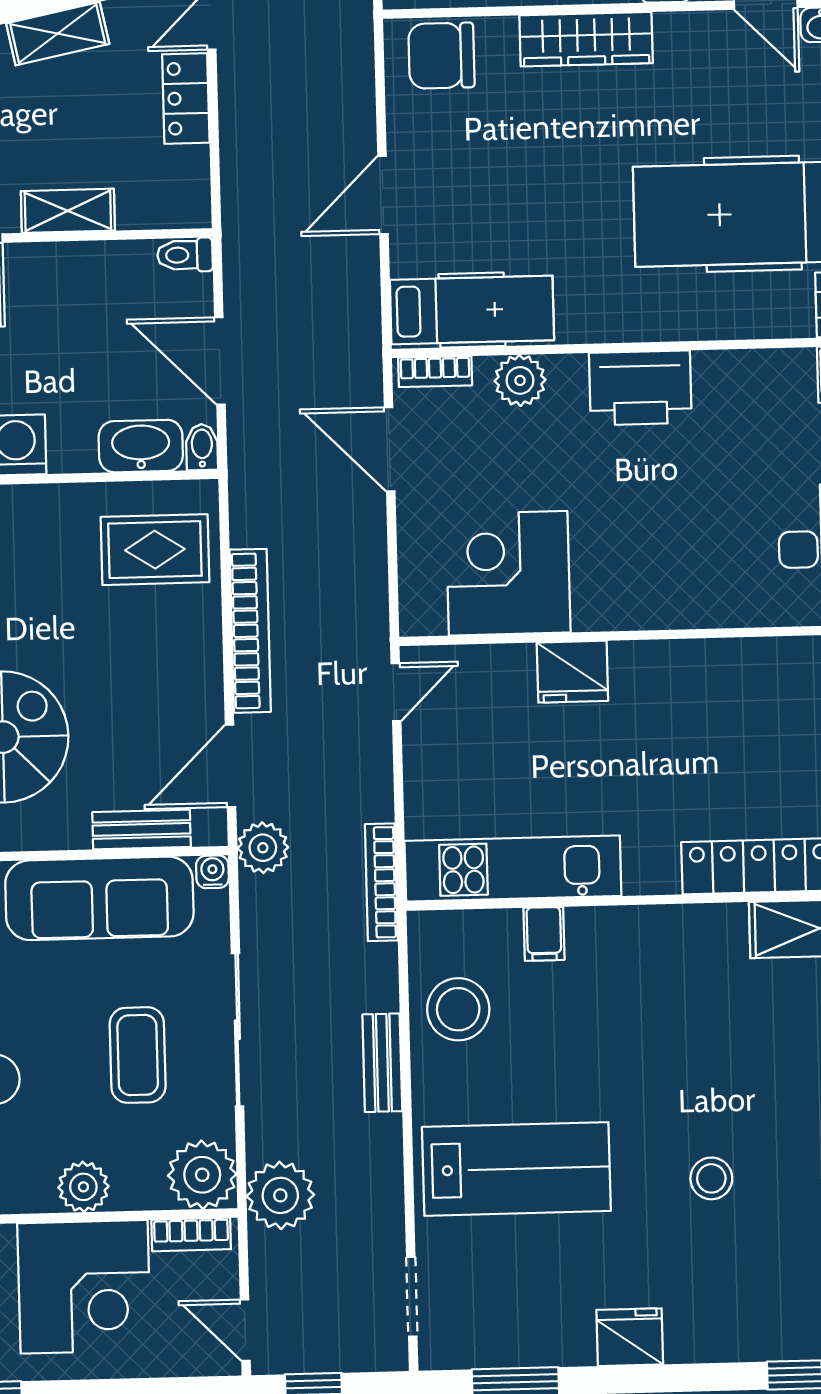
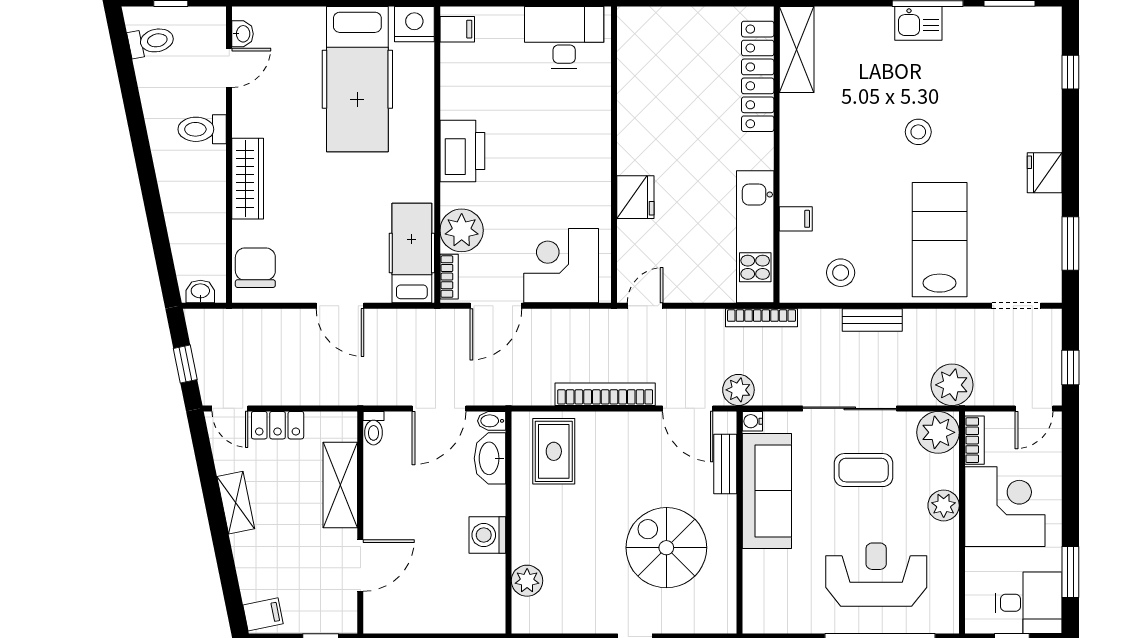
chair: (441, 56) -> (255, 268), turned 180
shelving: (68, 211) -> (340, 485), width x1.50, depth x1.33
plant: (520, 380) -> (462, 230), width x1.36, depth x1.36
corner desk: (508, 573) -> (561, 266), moved, turned 90
door: (396, 692) -> (645, 306), hinge flipped
stool: (458, 1009) -> (841, 273), width x0.73, depth x0.73
stool: (711, 1178) -> (918, 132), moved

